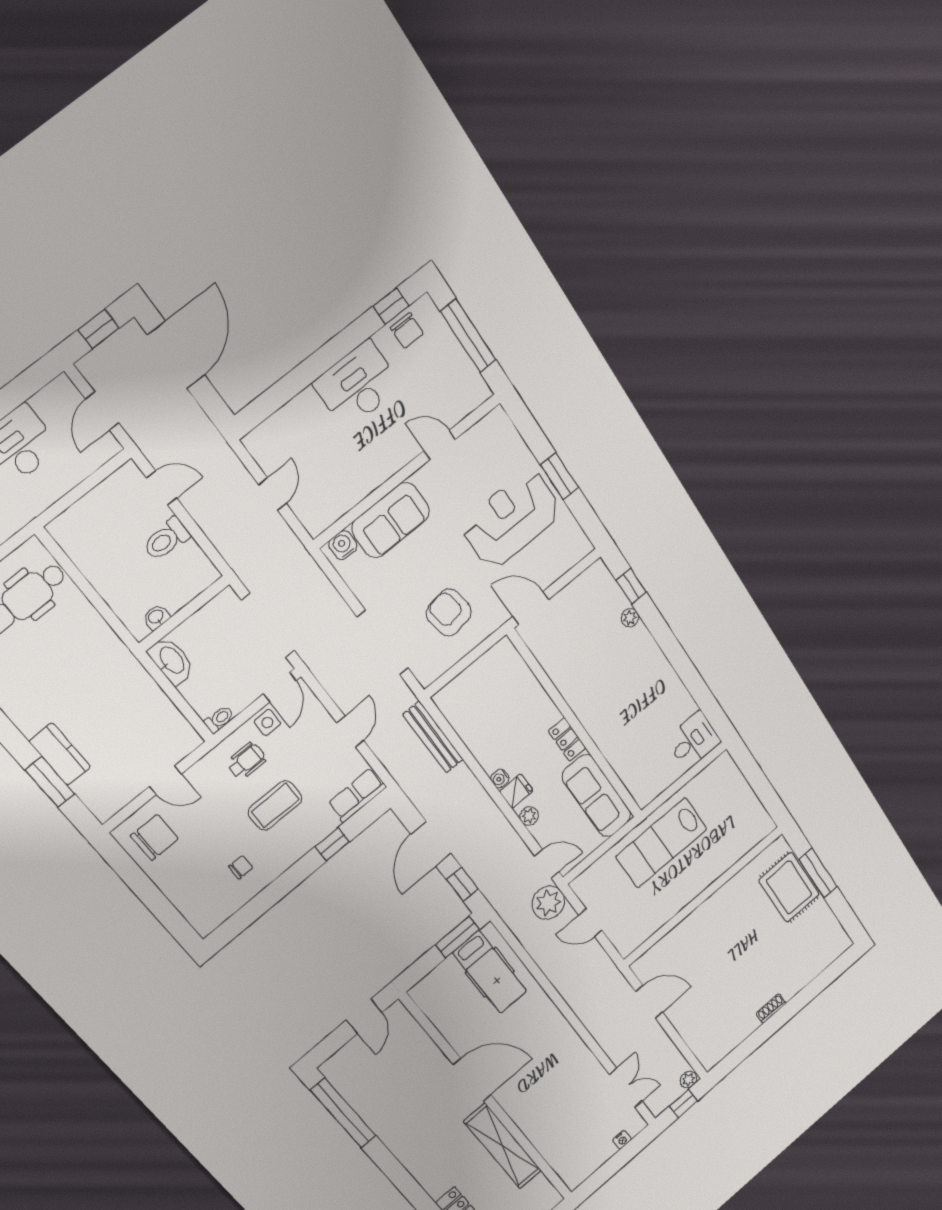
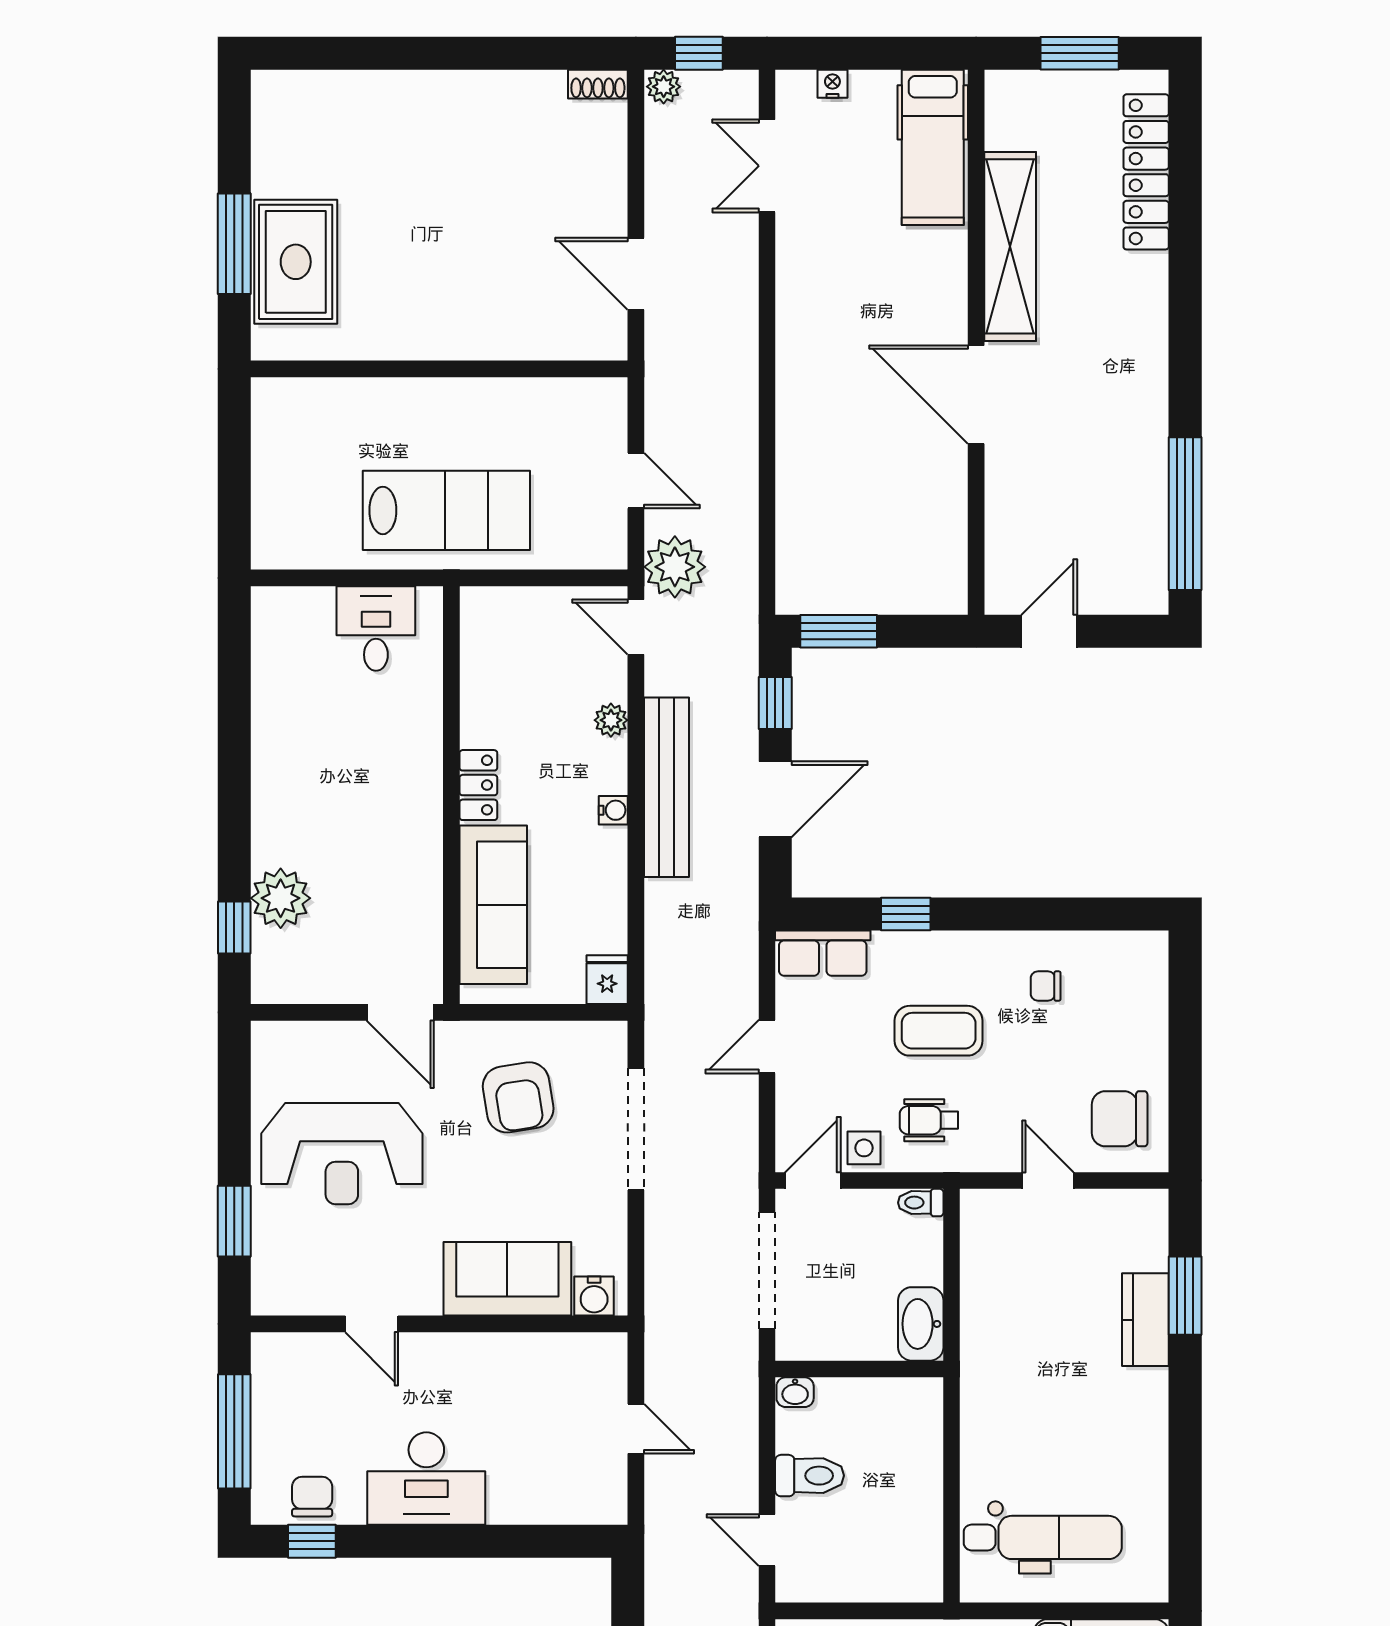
window: (560, 476) -> (234, 1221), moved
door: (272, 494) -> (636, 1429), swing flipped
washbasin: (156, 617) -> (795, 1392), moved
plant: (630, 618) -> (281, 898), width x1.88, depth x1.88
bench: (433, 737) -> (666, 787), moved, width x1.37, depth x1.21
desk: (693, 741) -> (376, 628), moved, turned 90
fridge: (516, 791) -> (607, 980), moved, turned 90
sofa: (597, 796) -> (493, 905), moved
hospital bed: (490, 972) -> (933, 147), moved, turned 180
shoe rack: (771, 1008) -> (598, 84), moved

